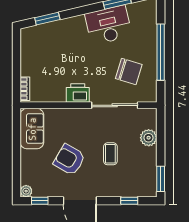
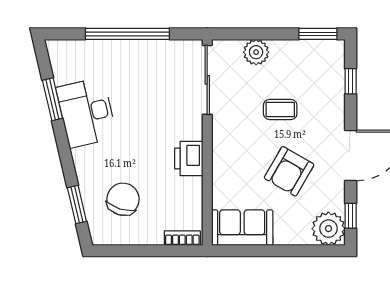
chair: (129, 71) -> (123, 199), moved
sliding door: (115, 105) -> (207, 80), moved
plant: (26, 191) -> (328, 229), width x1.87, depth x1.87

